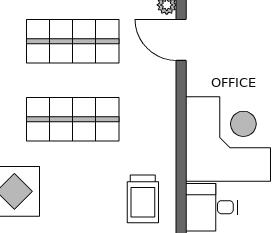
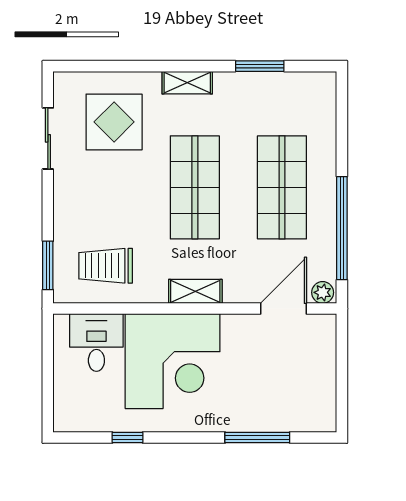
shelving: (166, 119) -> (195, 291), added

